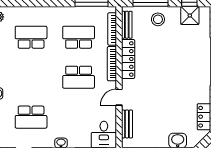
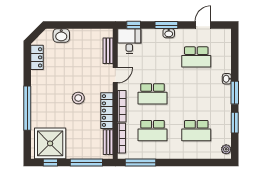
shower: (190, 15) -> (50, 143), width x1.86, depth x1.86
stool: (158, 19) -> (78, 98), moved
school desk: (79, 77) -> (153, 94), turned 180
school desk: (31, 117) -> (196, 57), turned 180

